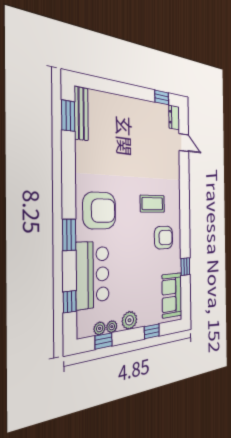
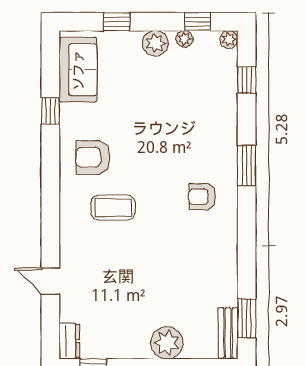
plant: (120, 106) -> (167, 343), added
bench: (81, 114) -> (228, 333), width x0.73
door: (184, 143) -> (50, 281), moved
armchair: (99, 211) -> (202, 197), width x0.53, depth x0.53
bar counter: (93, 275) -> (213, 112), removed
plant: (100, 328) -> (229, 39), moved

